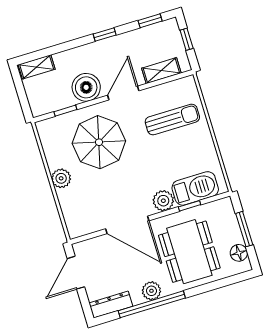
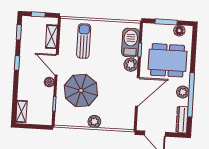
boiler: (86, 87) -> (49, 82), width x0.54, depth x0.54

